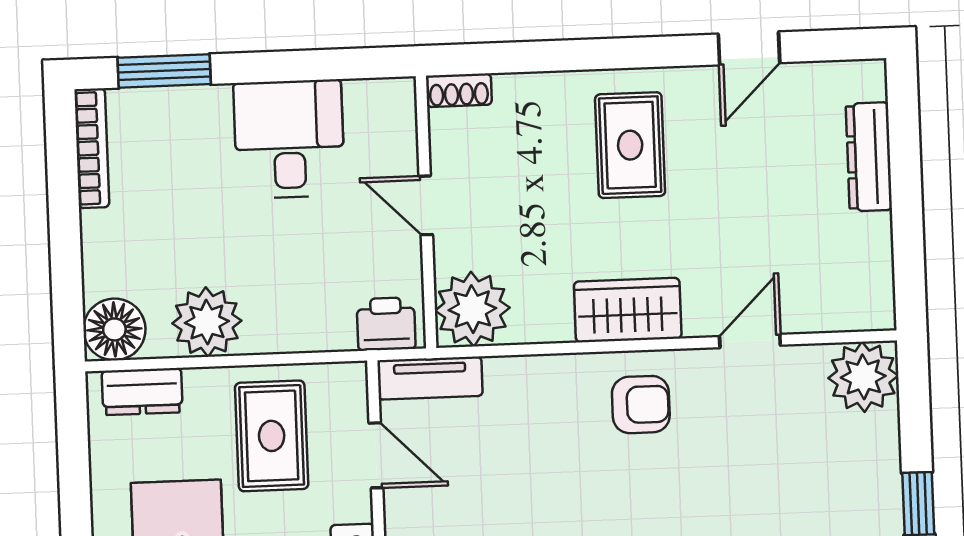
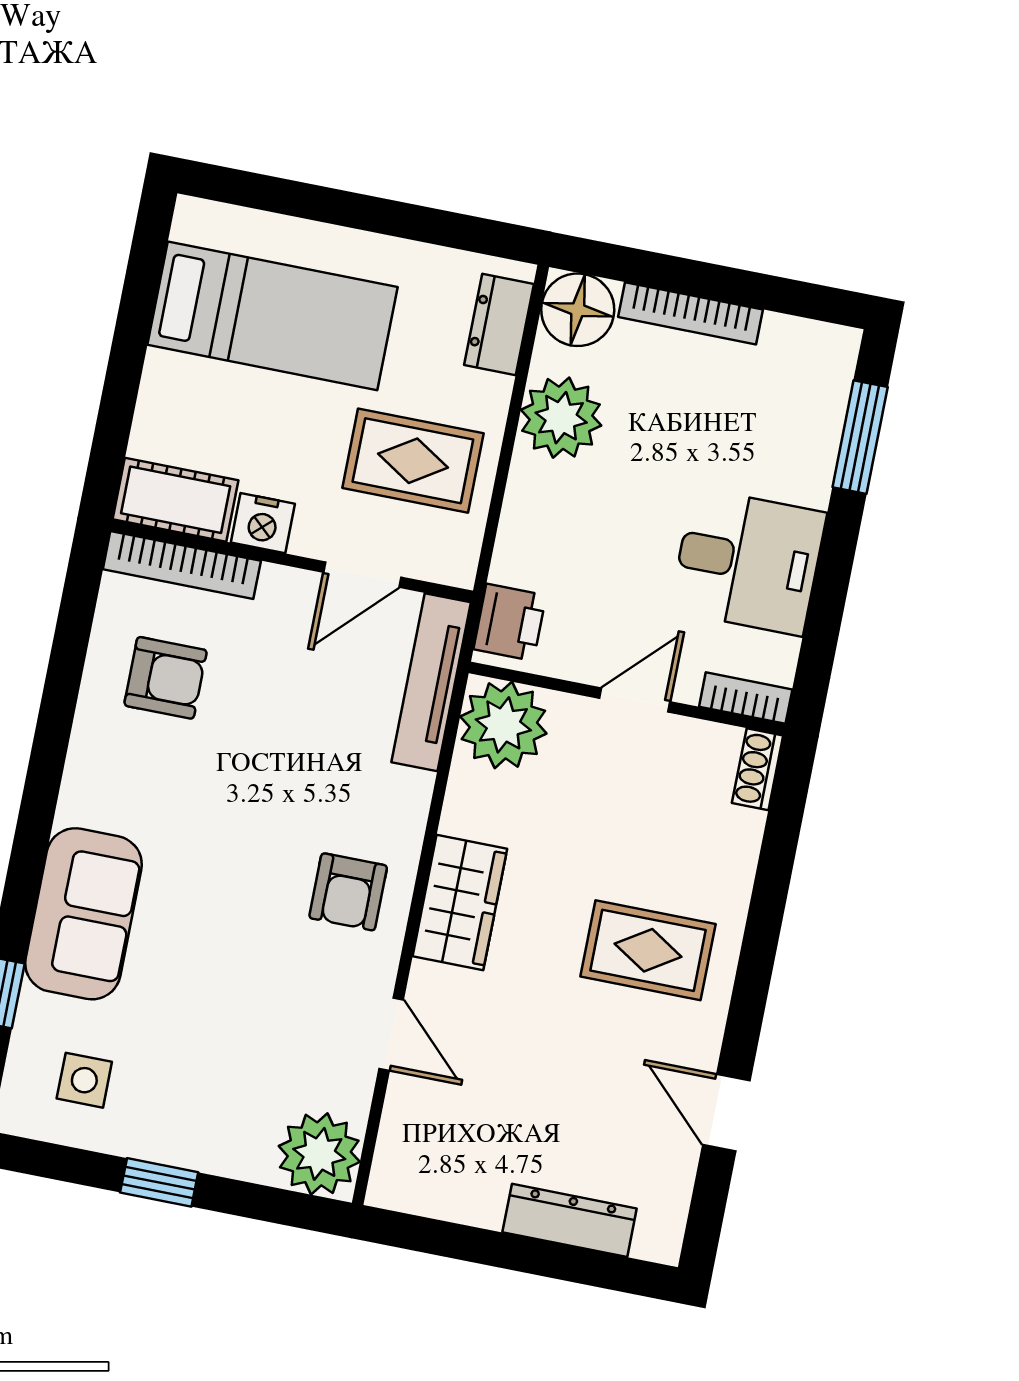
bookcase: (402, 114) -> (746, 698), added
bookcase: (92, 148) -> (690, 313), moved
tv unit: (430, 378) -> (431, 682), width x1.41

